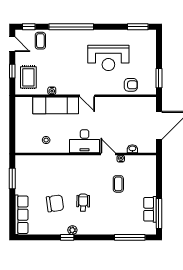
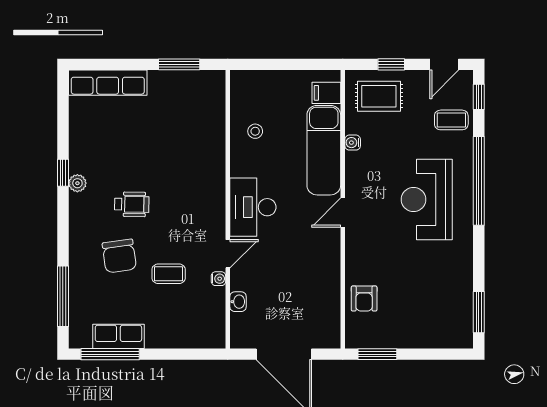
reception desk: (108, 58) -> (427, 199), moved
filing cabinet: (27, 104) -> (326, 93), added
chair: (55, 203) -> (119, 256), moved

